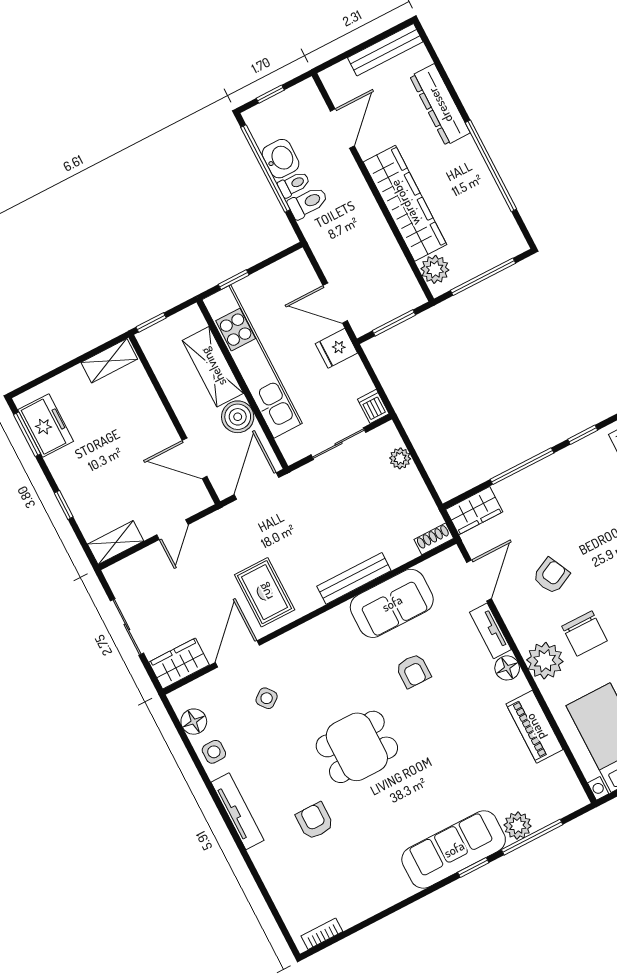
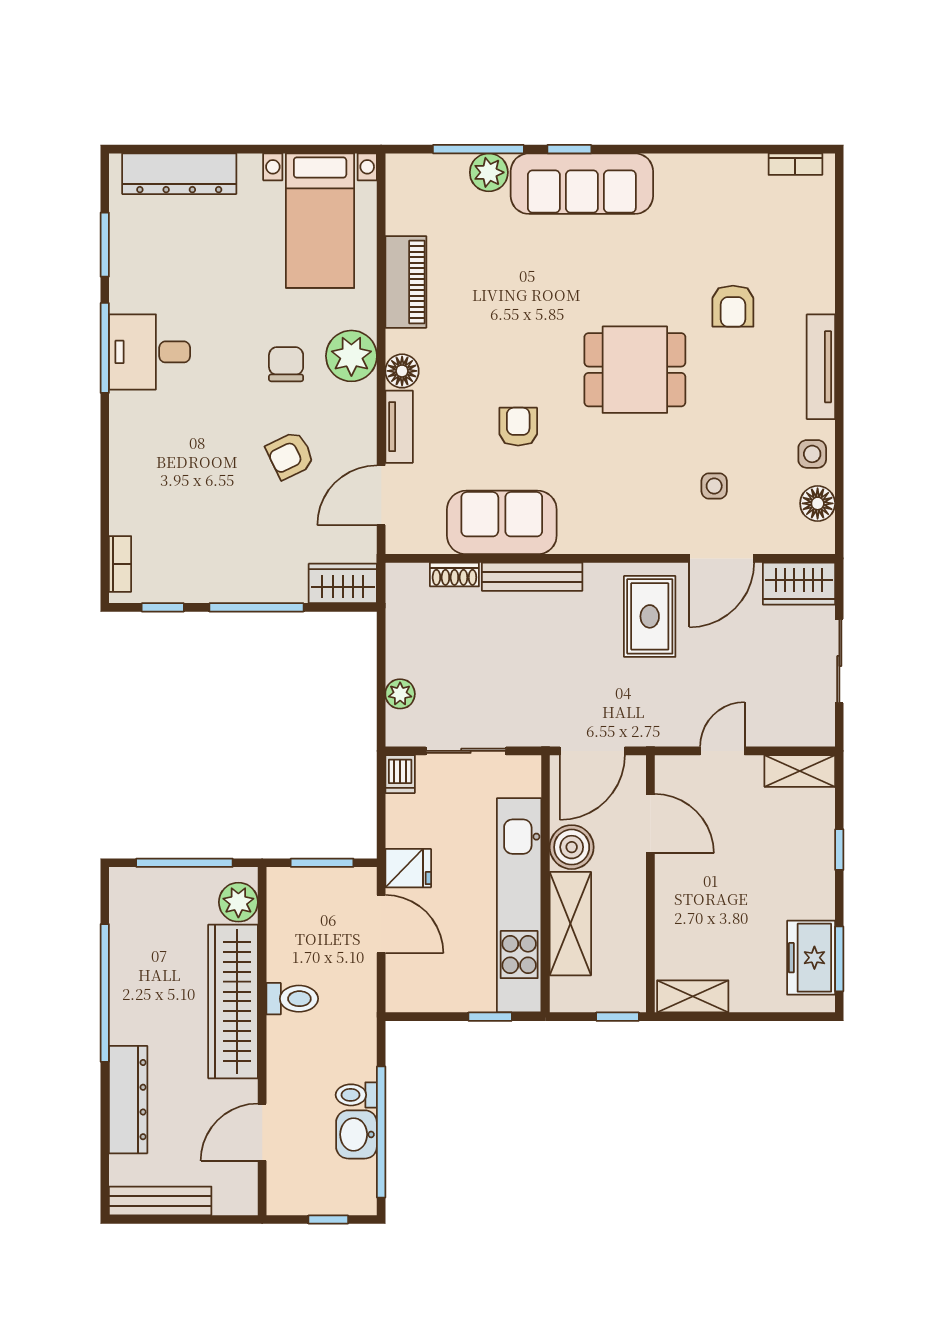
toilet: (308, 203) -> (292, 999), moved, turned 180
shoe rack: (434, 539) -> (454, 575), moved
chair: (584, 633) -> (286, 364), width x0.73, depth x0.73
side table: (267, 698) -> (714, 486), turned 38

